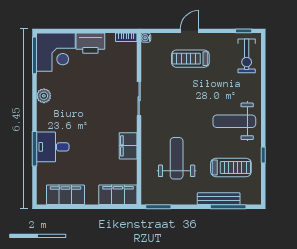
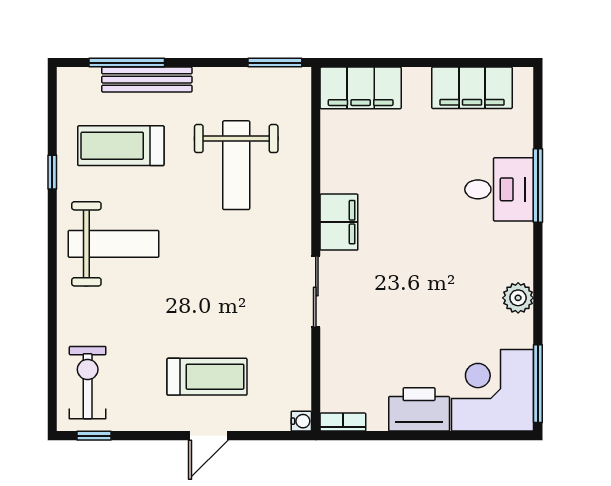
filing cabinet: (128, 146) -> (339, 222), moved

